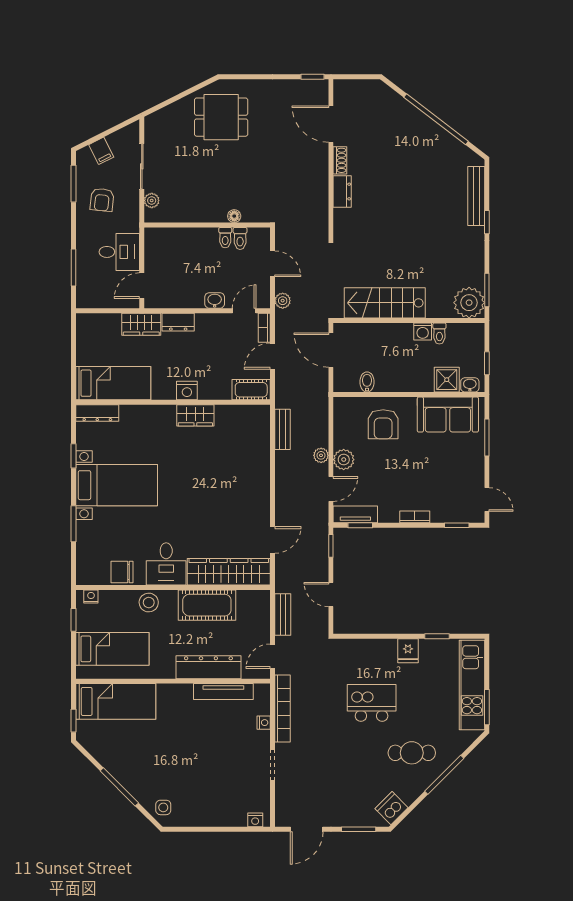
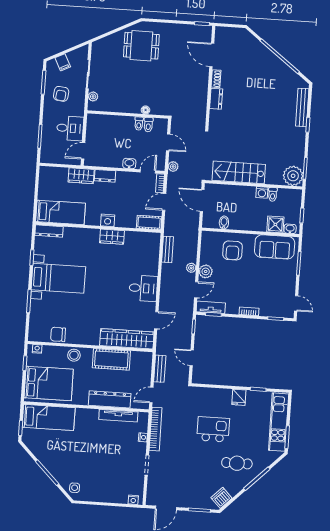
desk: (166, 564) -> (143, 288), moved, turned -90
bed: (112, 649) -> (49, 383), width x1.50

